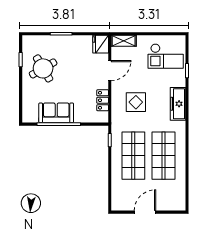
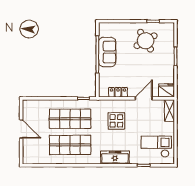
checkout: (166, 56) -> (156, 147), turned 90
door: (110, 71) -> (144, 98), swing flipped

